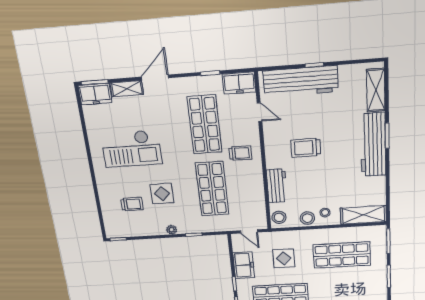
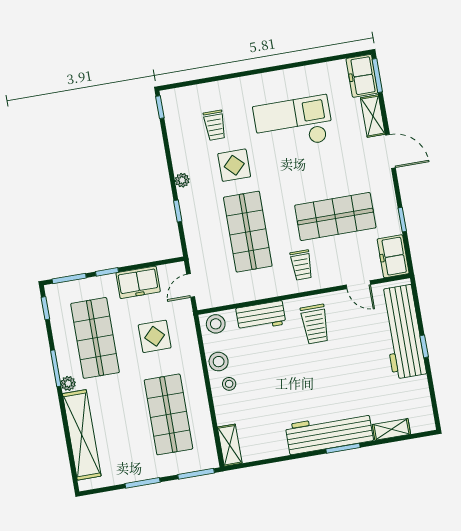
shelving: (376, 90) -> (391, 429), width x0.67, depth x0.75
door: (259, 112) -> (358, 285), hinge flipped
trolley: (306, 148) -> (315, 324), moved, turned 180
checkout: (131, 149) -> (293, 123), turned 90
shop shelf: (212, 189) -> (248, 232), turned 90
shelving: (363, 215) -> (230, 445), width x0.67, depth x0.75

